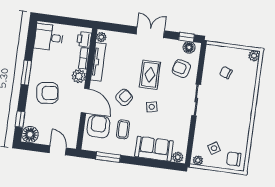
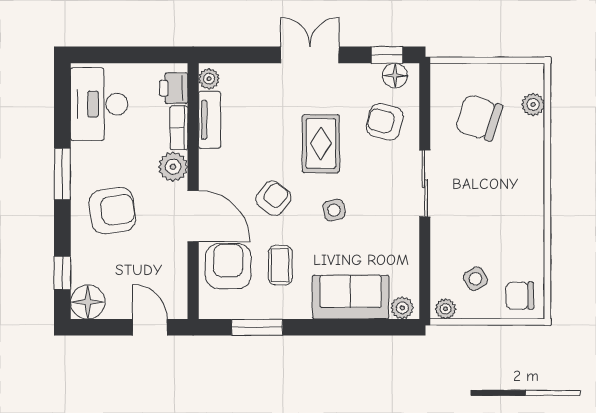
desk: (49, 37) -> (99, 104), width x1.37
plant: (254, 56) -> (533, 104), moved
tv unit: (98, 62) -> (210, 120), width x0.71
chair: (226, 73) -> (479, 118), width x1.87, depth x1.87

